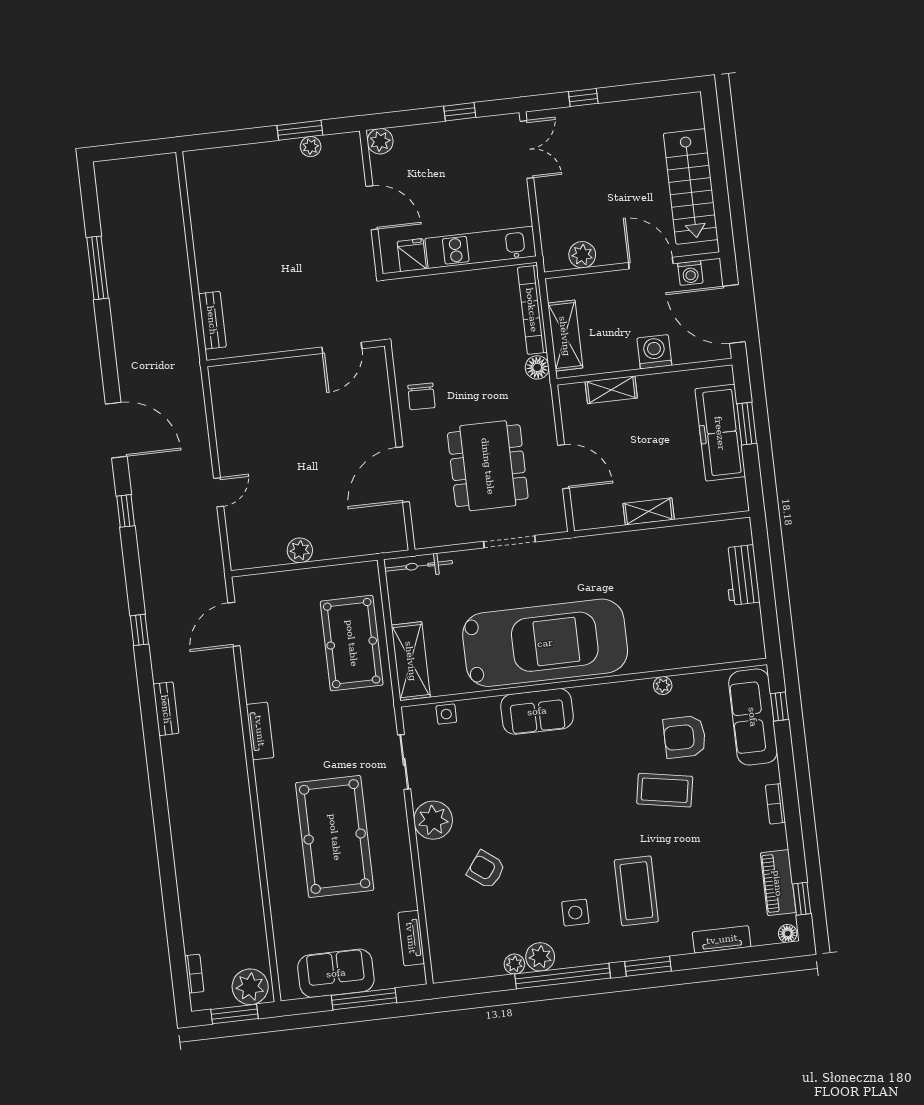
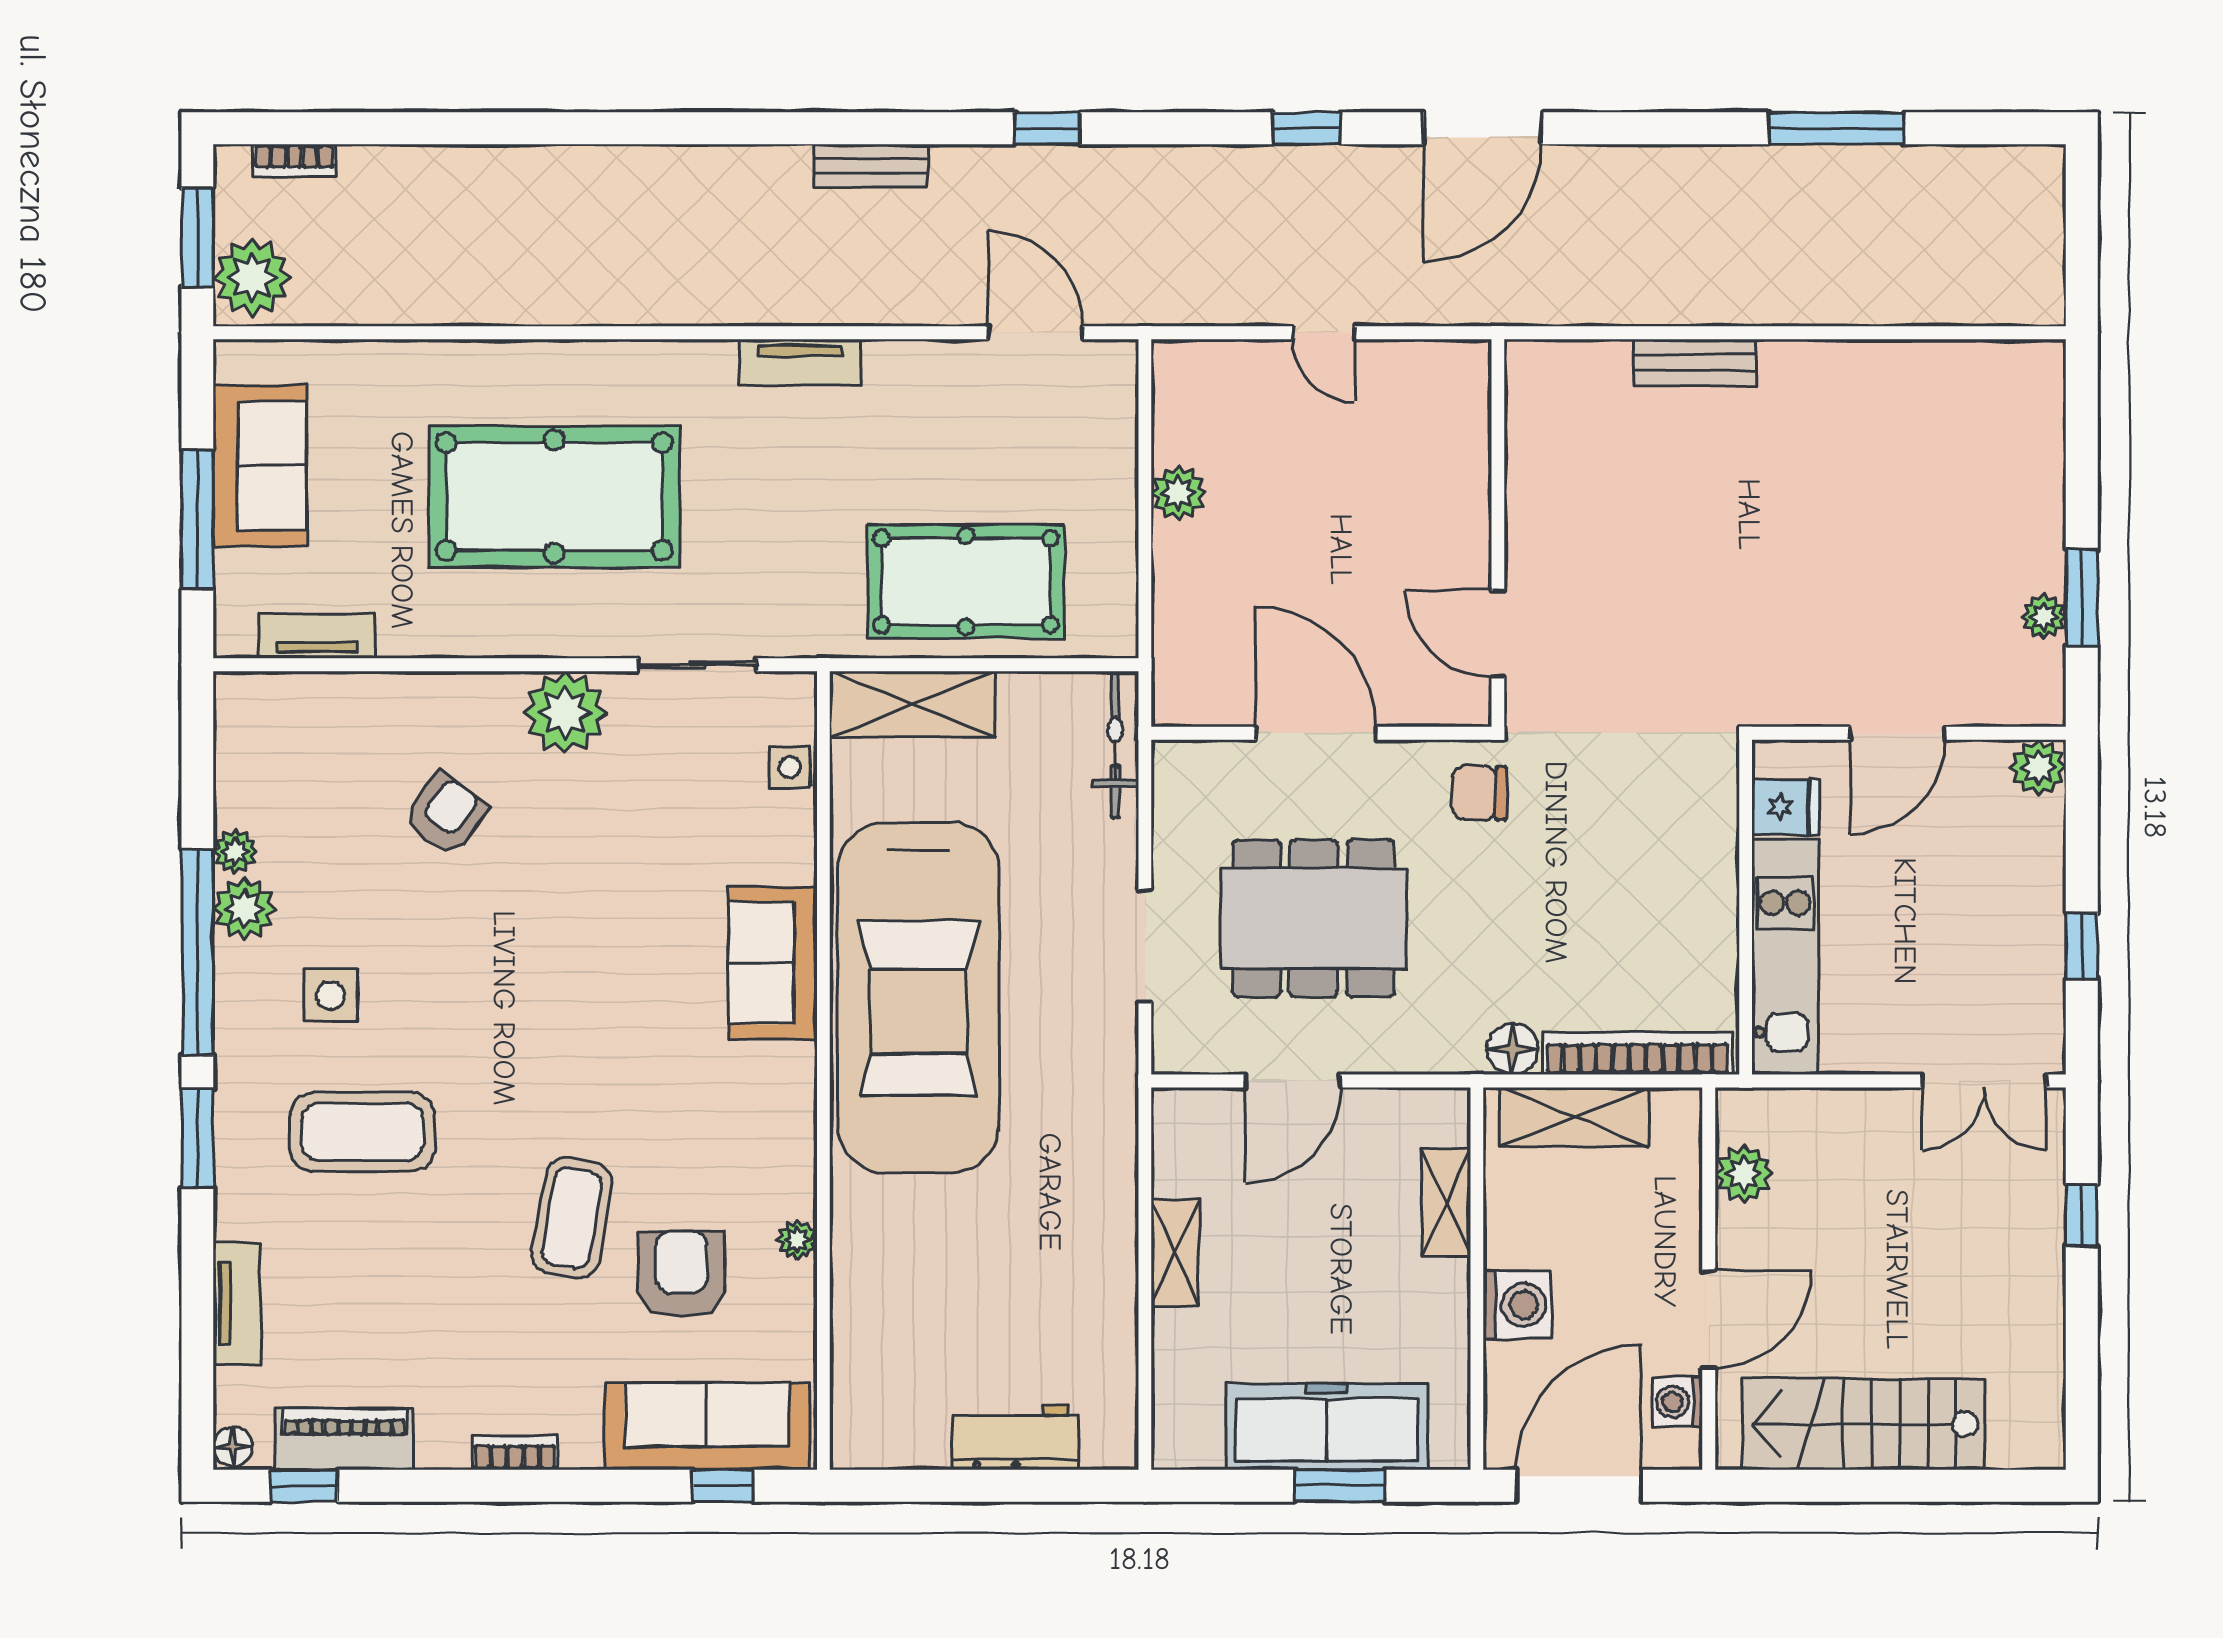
door: (342, 348) -> (1498, 634), moved
wall: (296, 353) -> (1498, 533), moved

